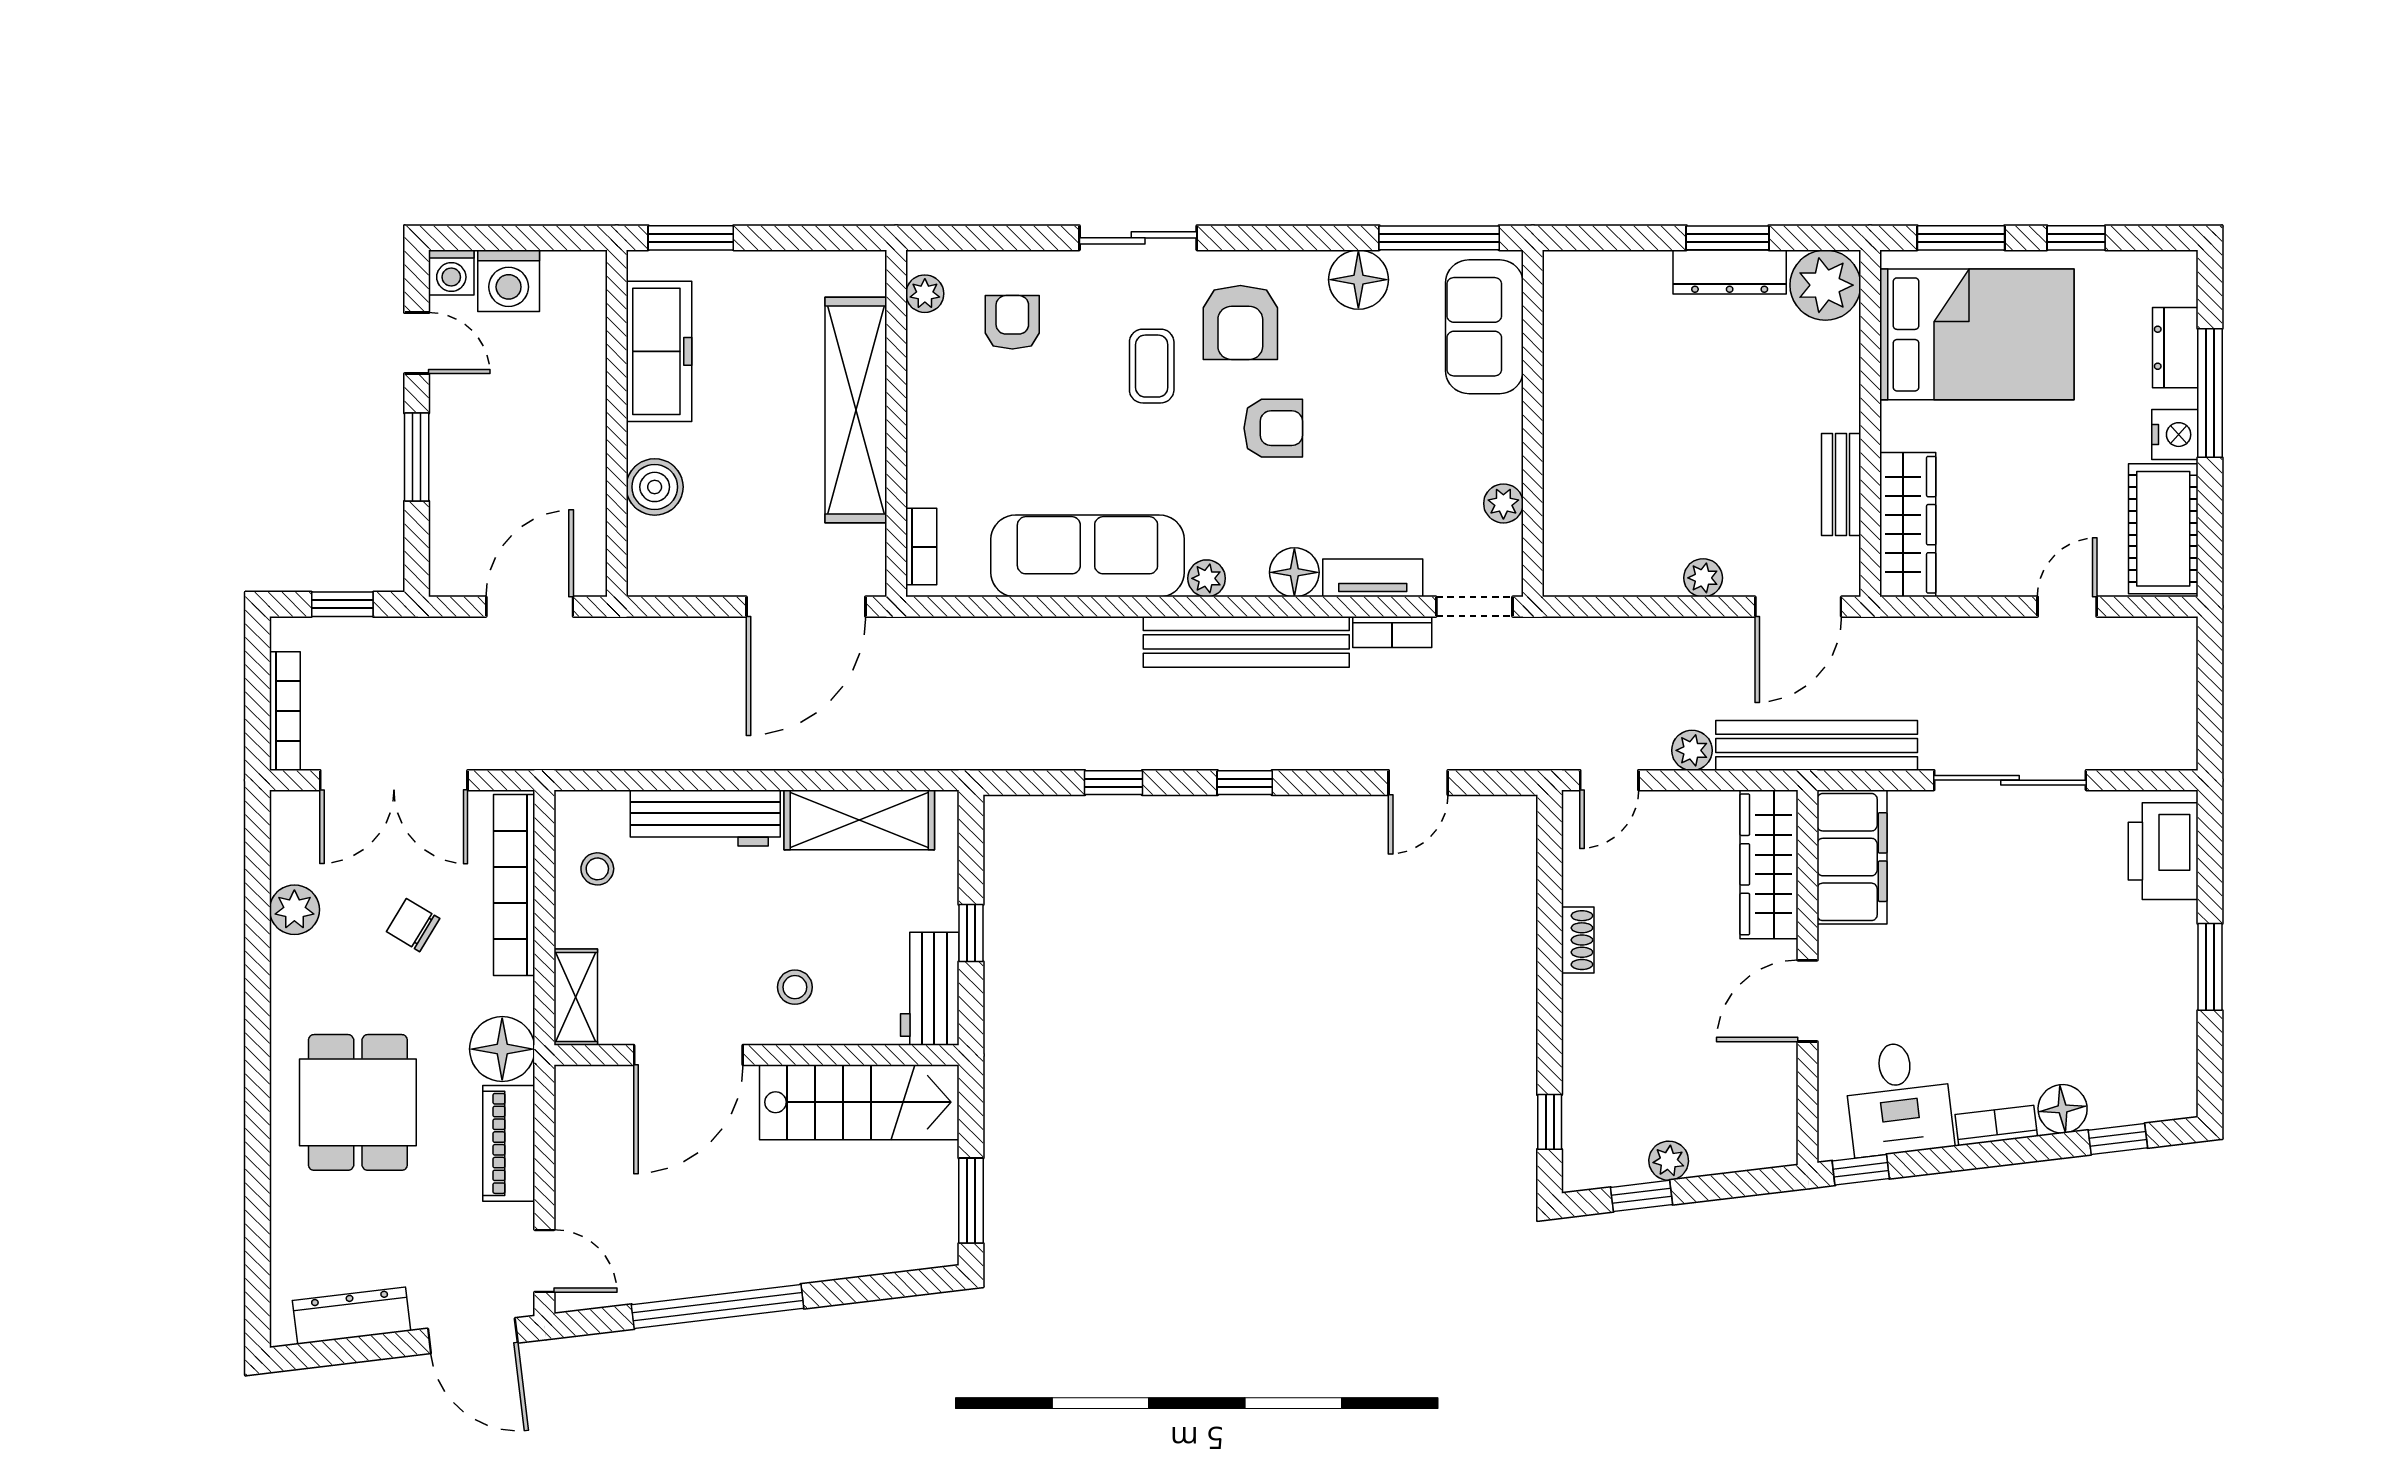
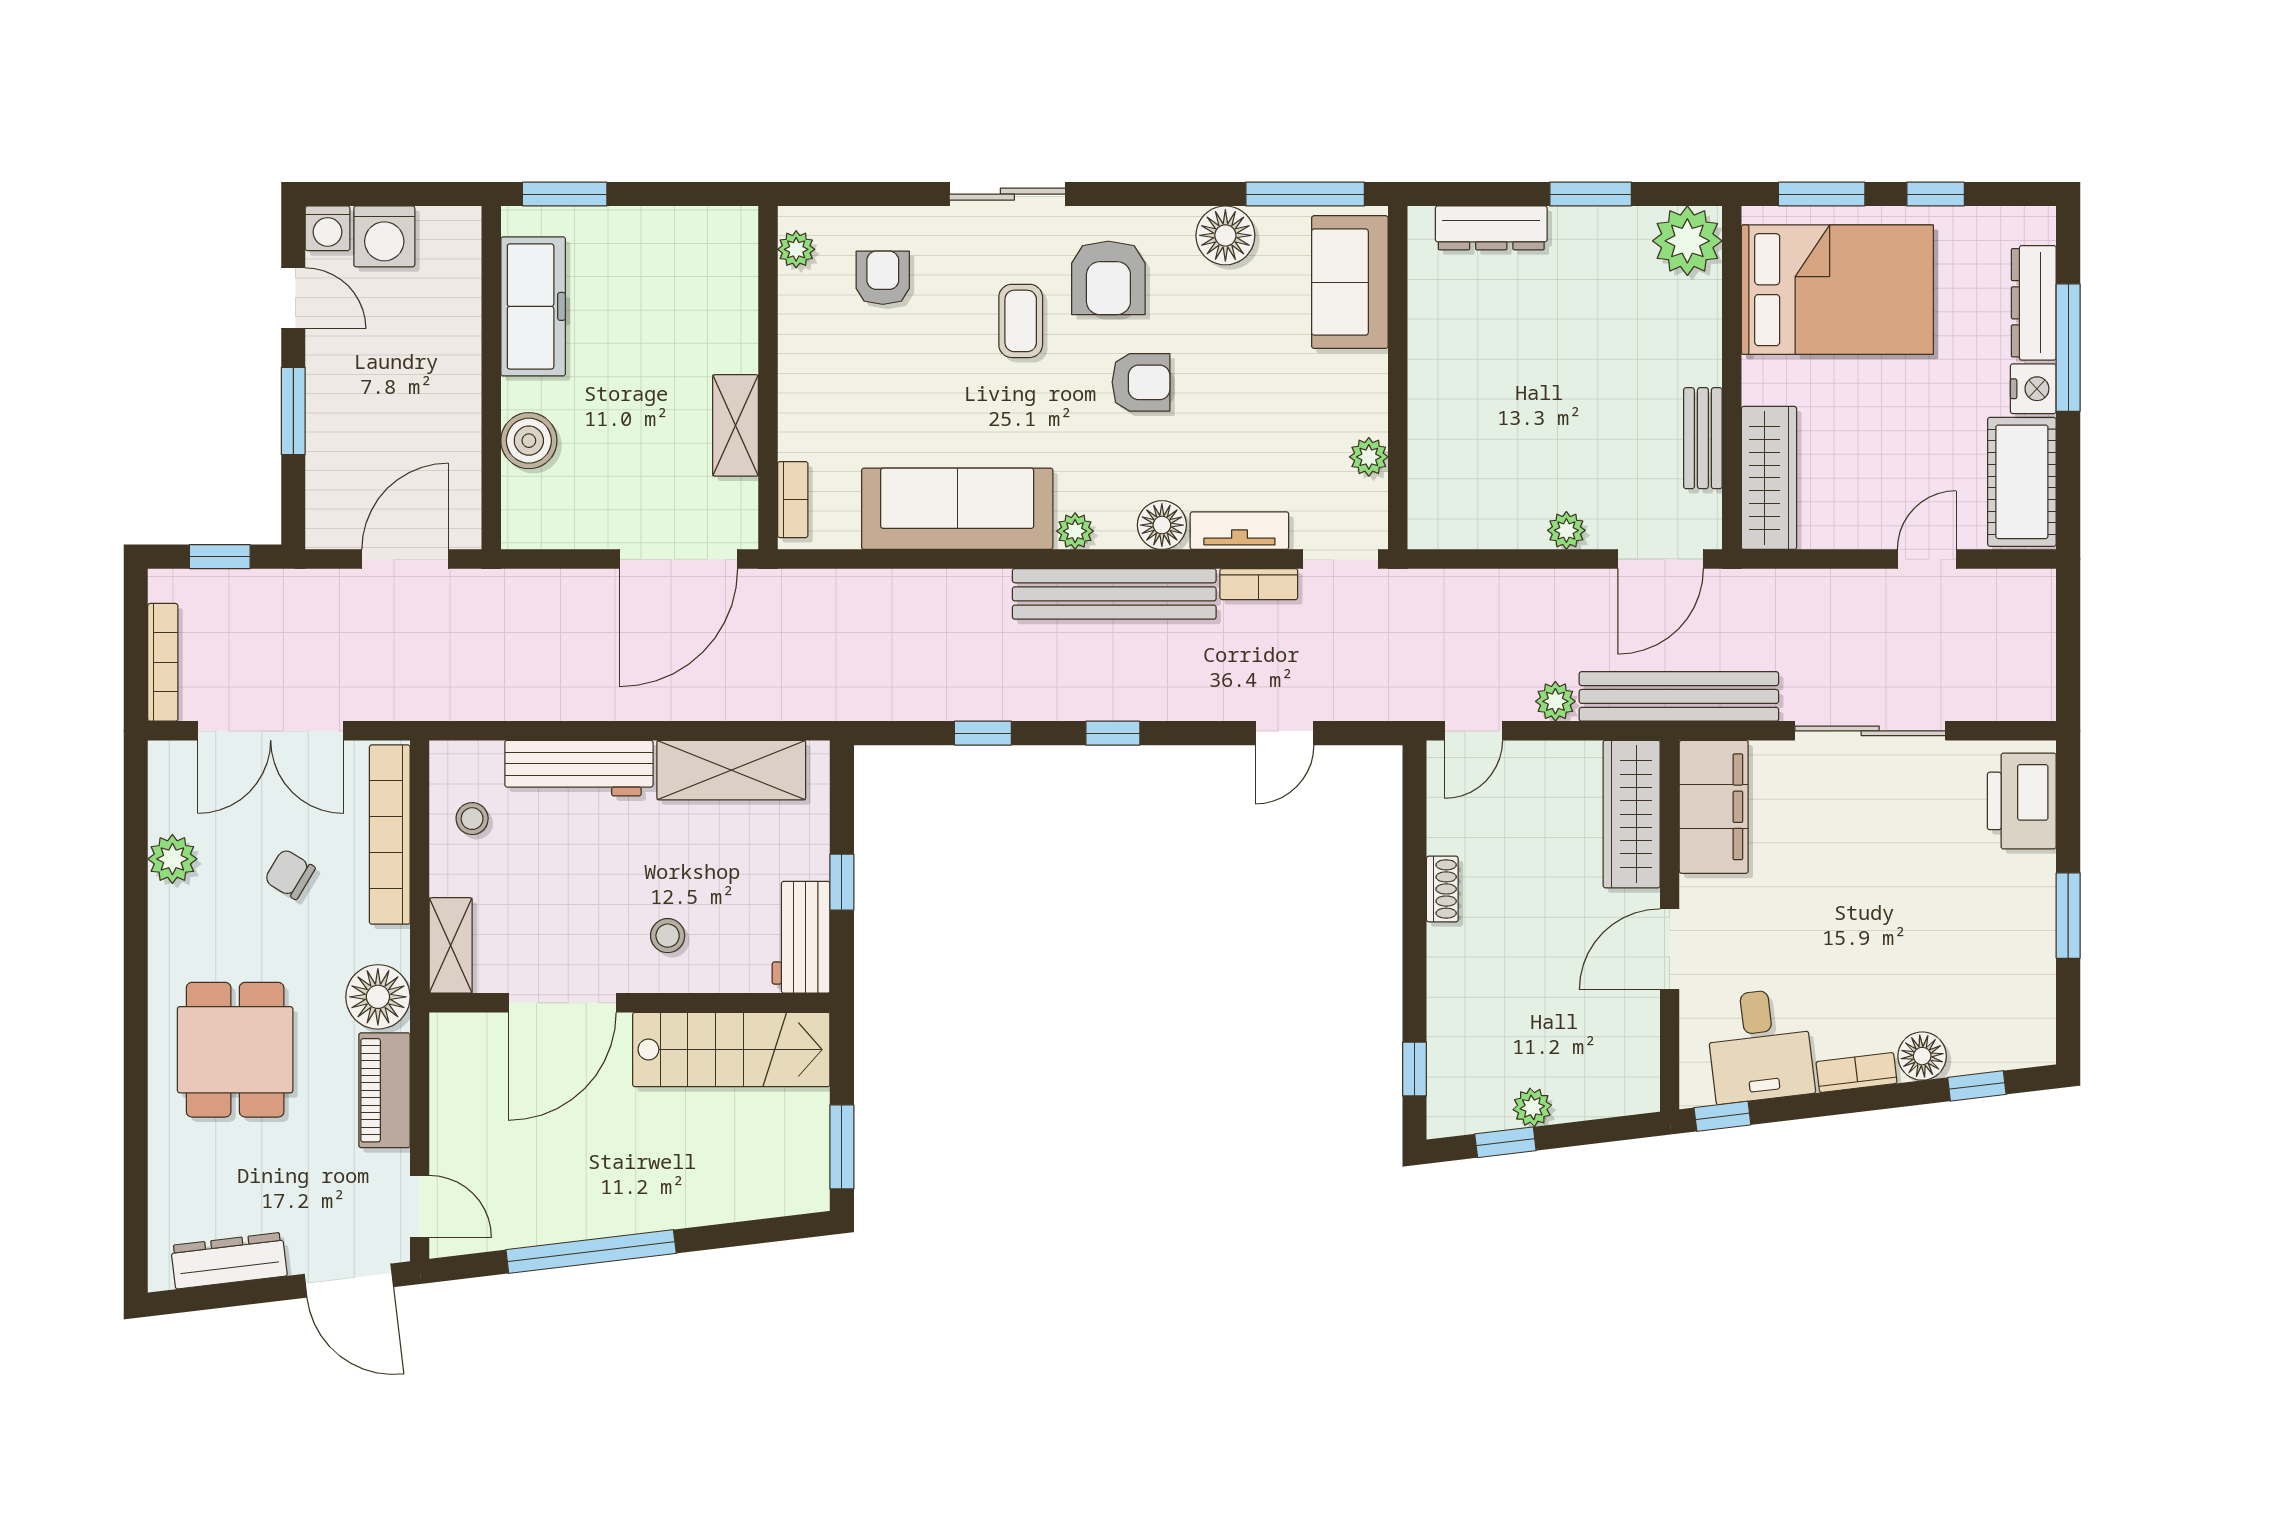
dresser: (1730, 272) -> (1491, 228), moved
dresser: (2175, 348) -> (2034, 303), width x1.44
shelving: (856, 410) -> (736, 425), width x0.45, depth x0.75

